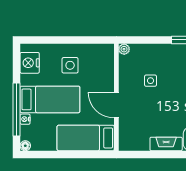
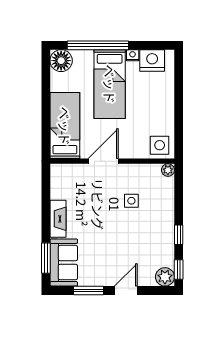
side table: (70, 65) -> (160, 145), moved
nightstand: (25, 119) -> (133, 55), moved
floor lamp: (25, 146) -> (61, 61), width x1.89, depth x1.89

